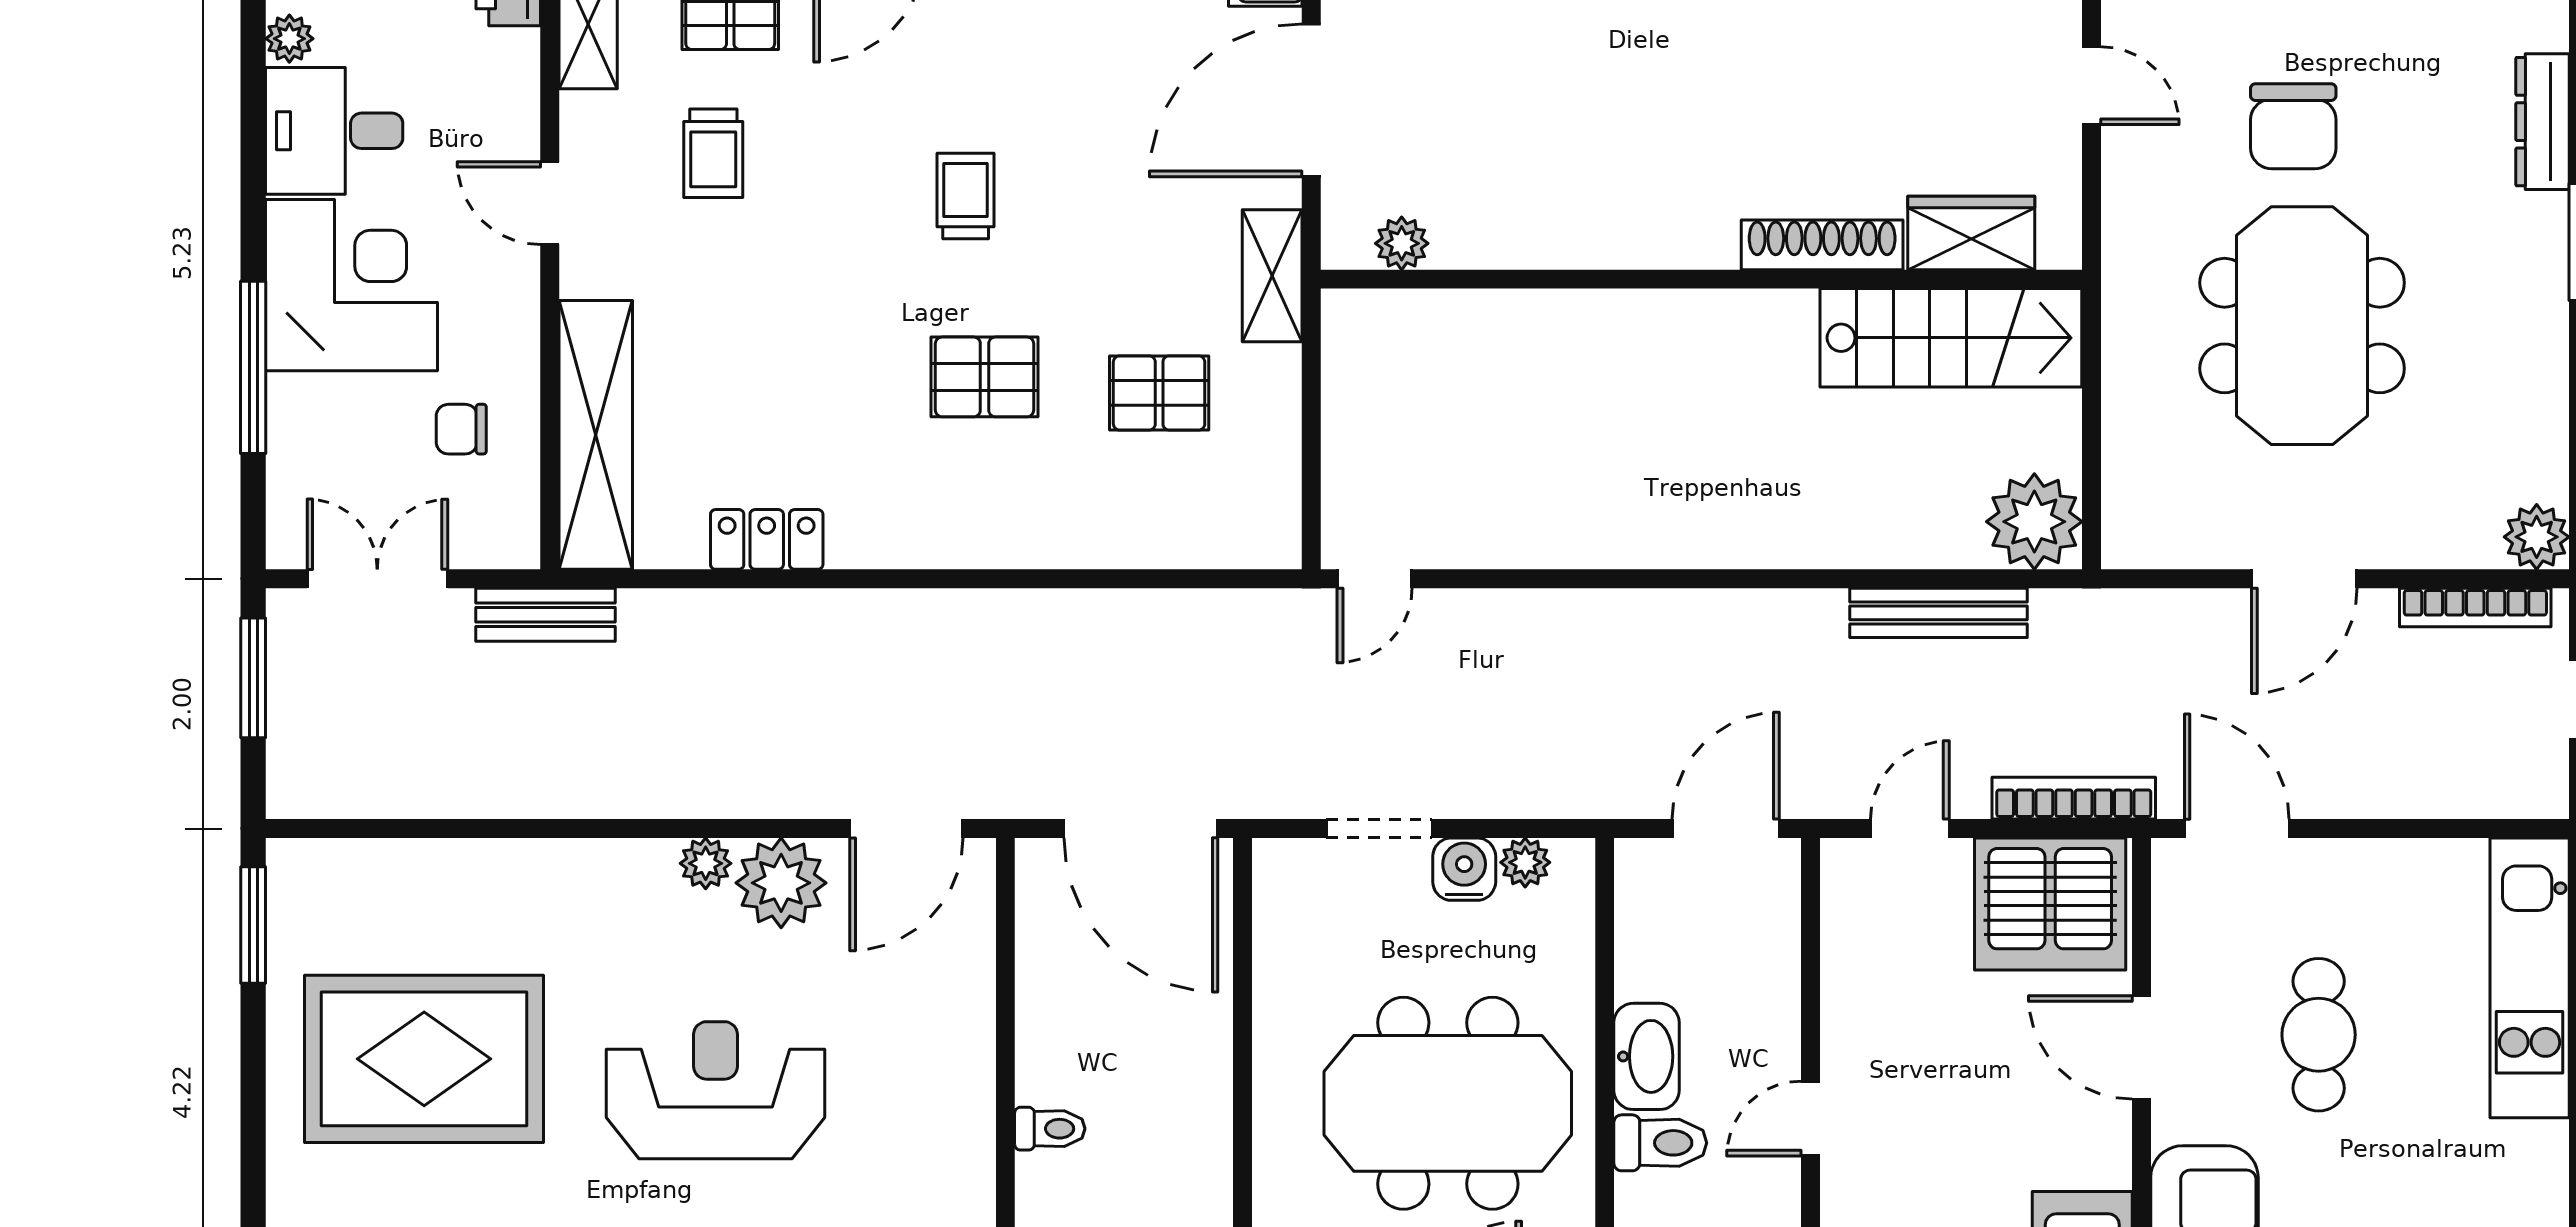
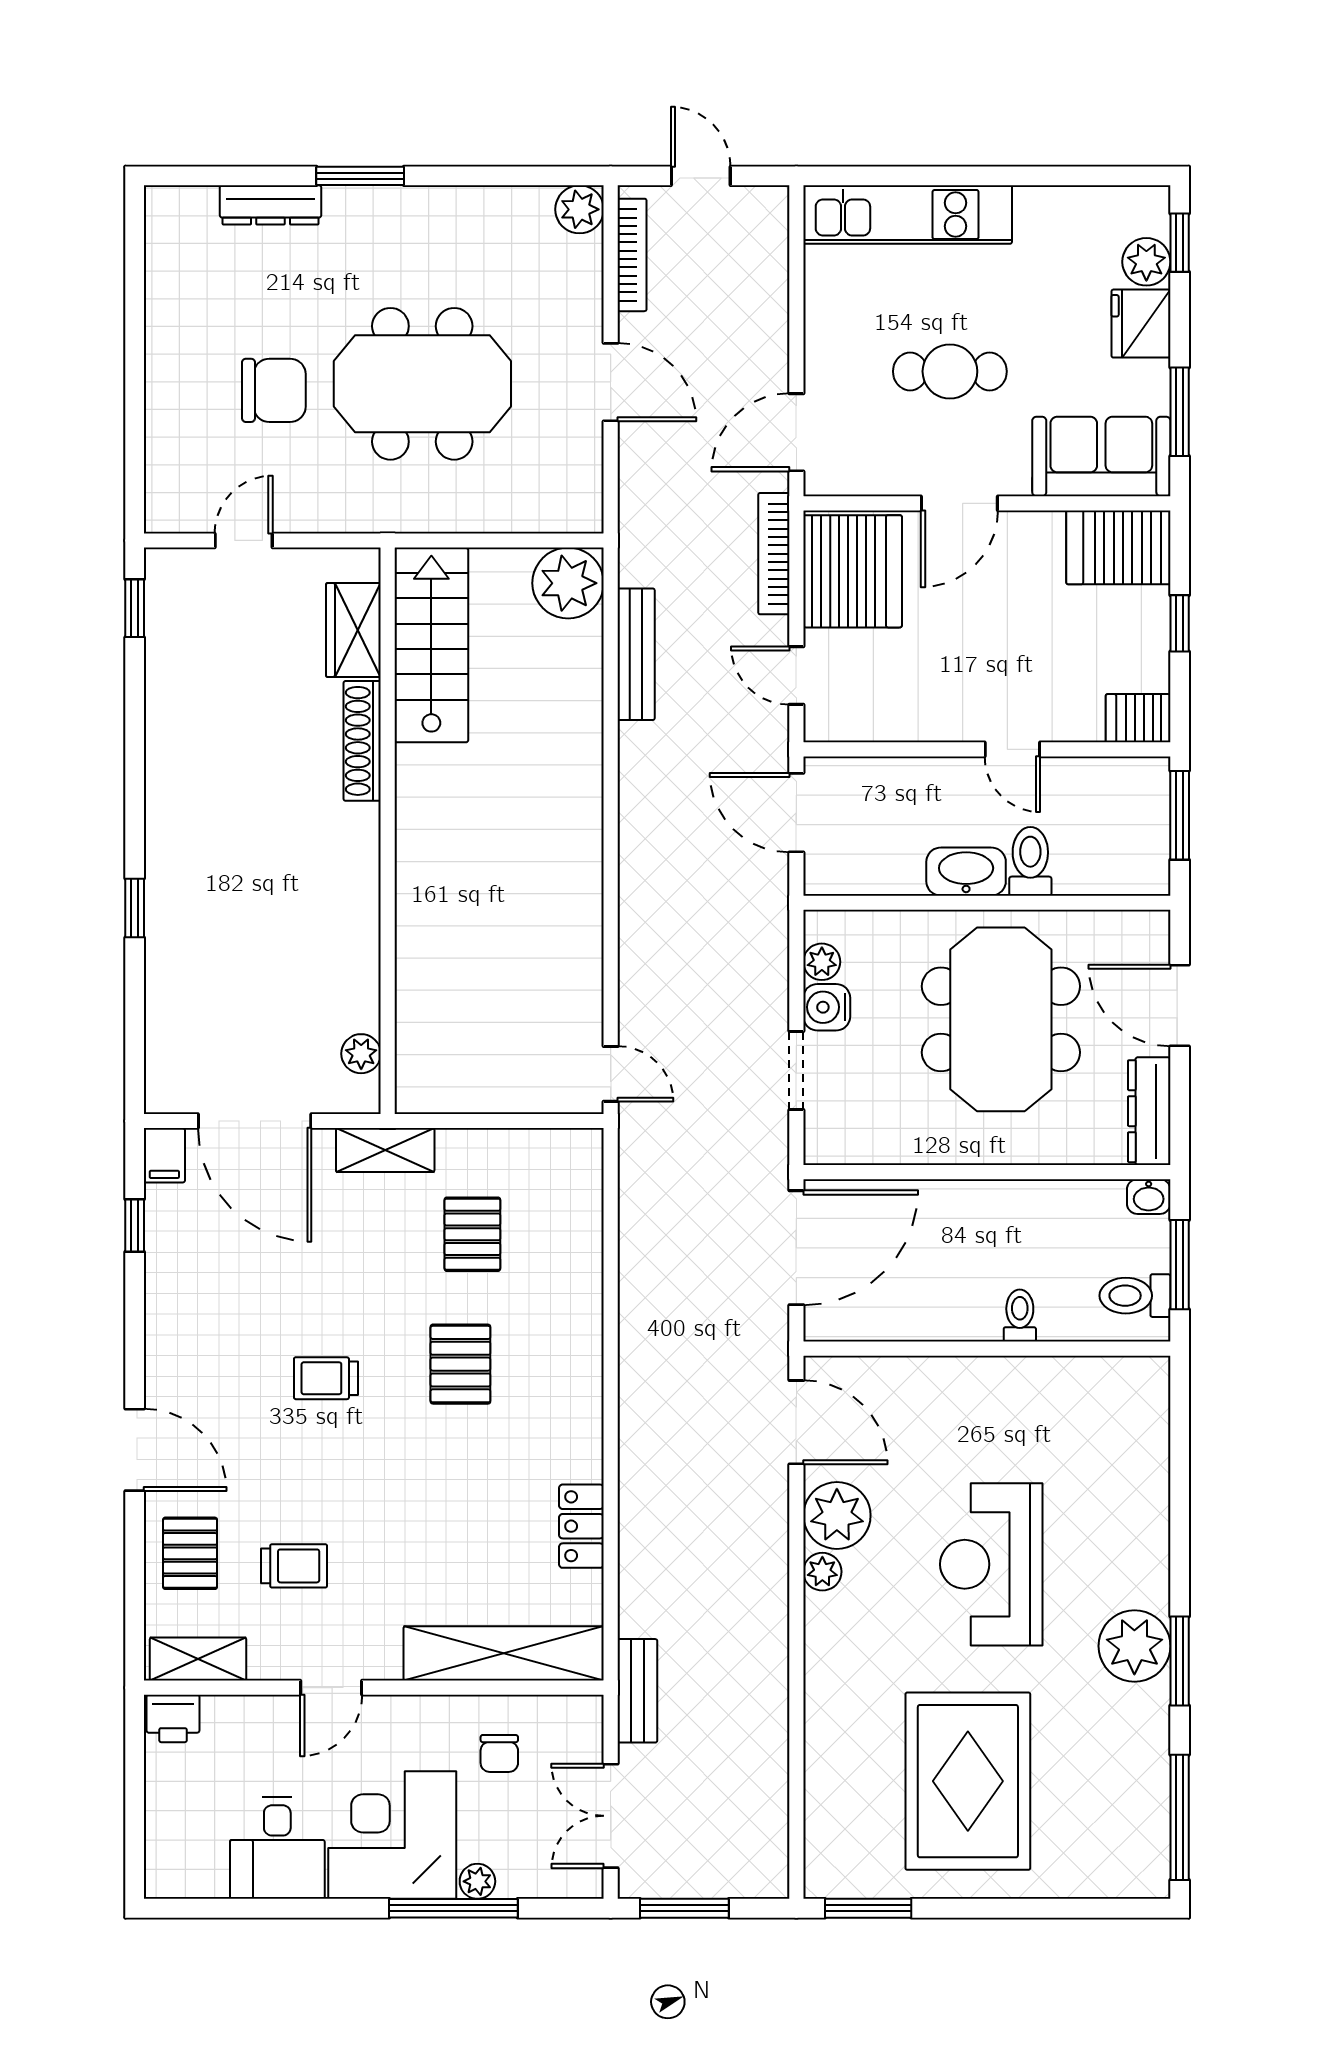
plant: (289, 39) -> (477, 1881), moved

